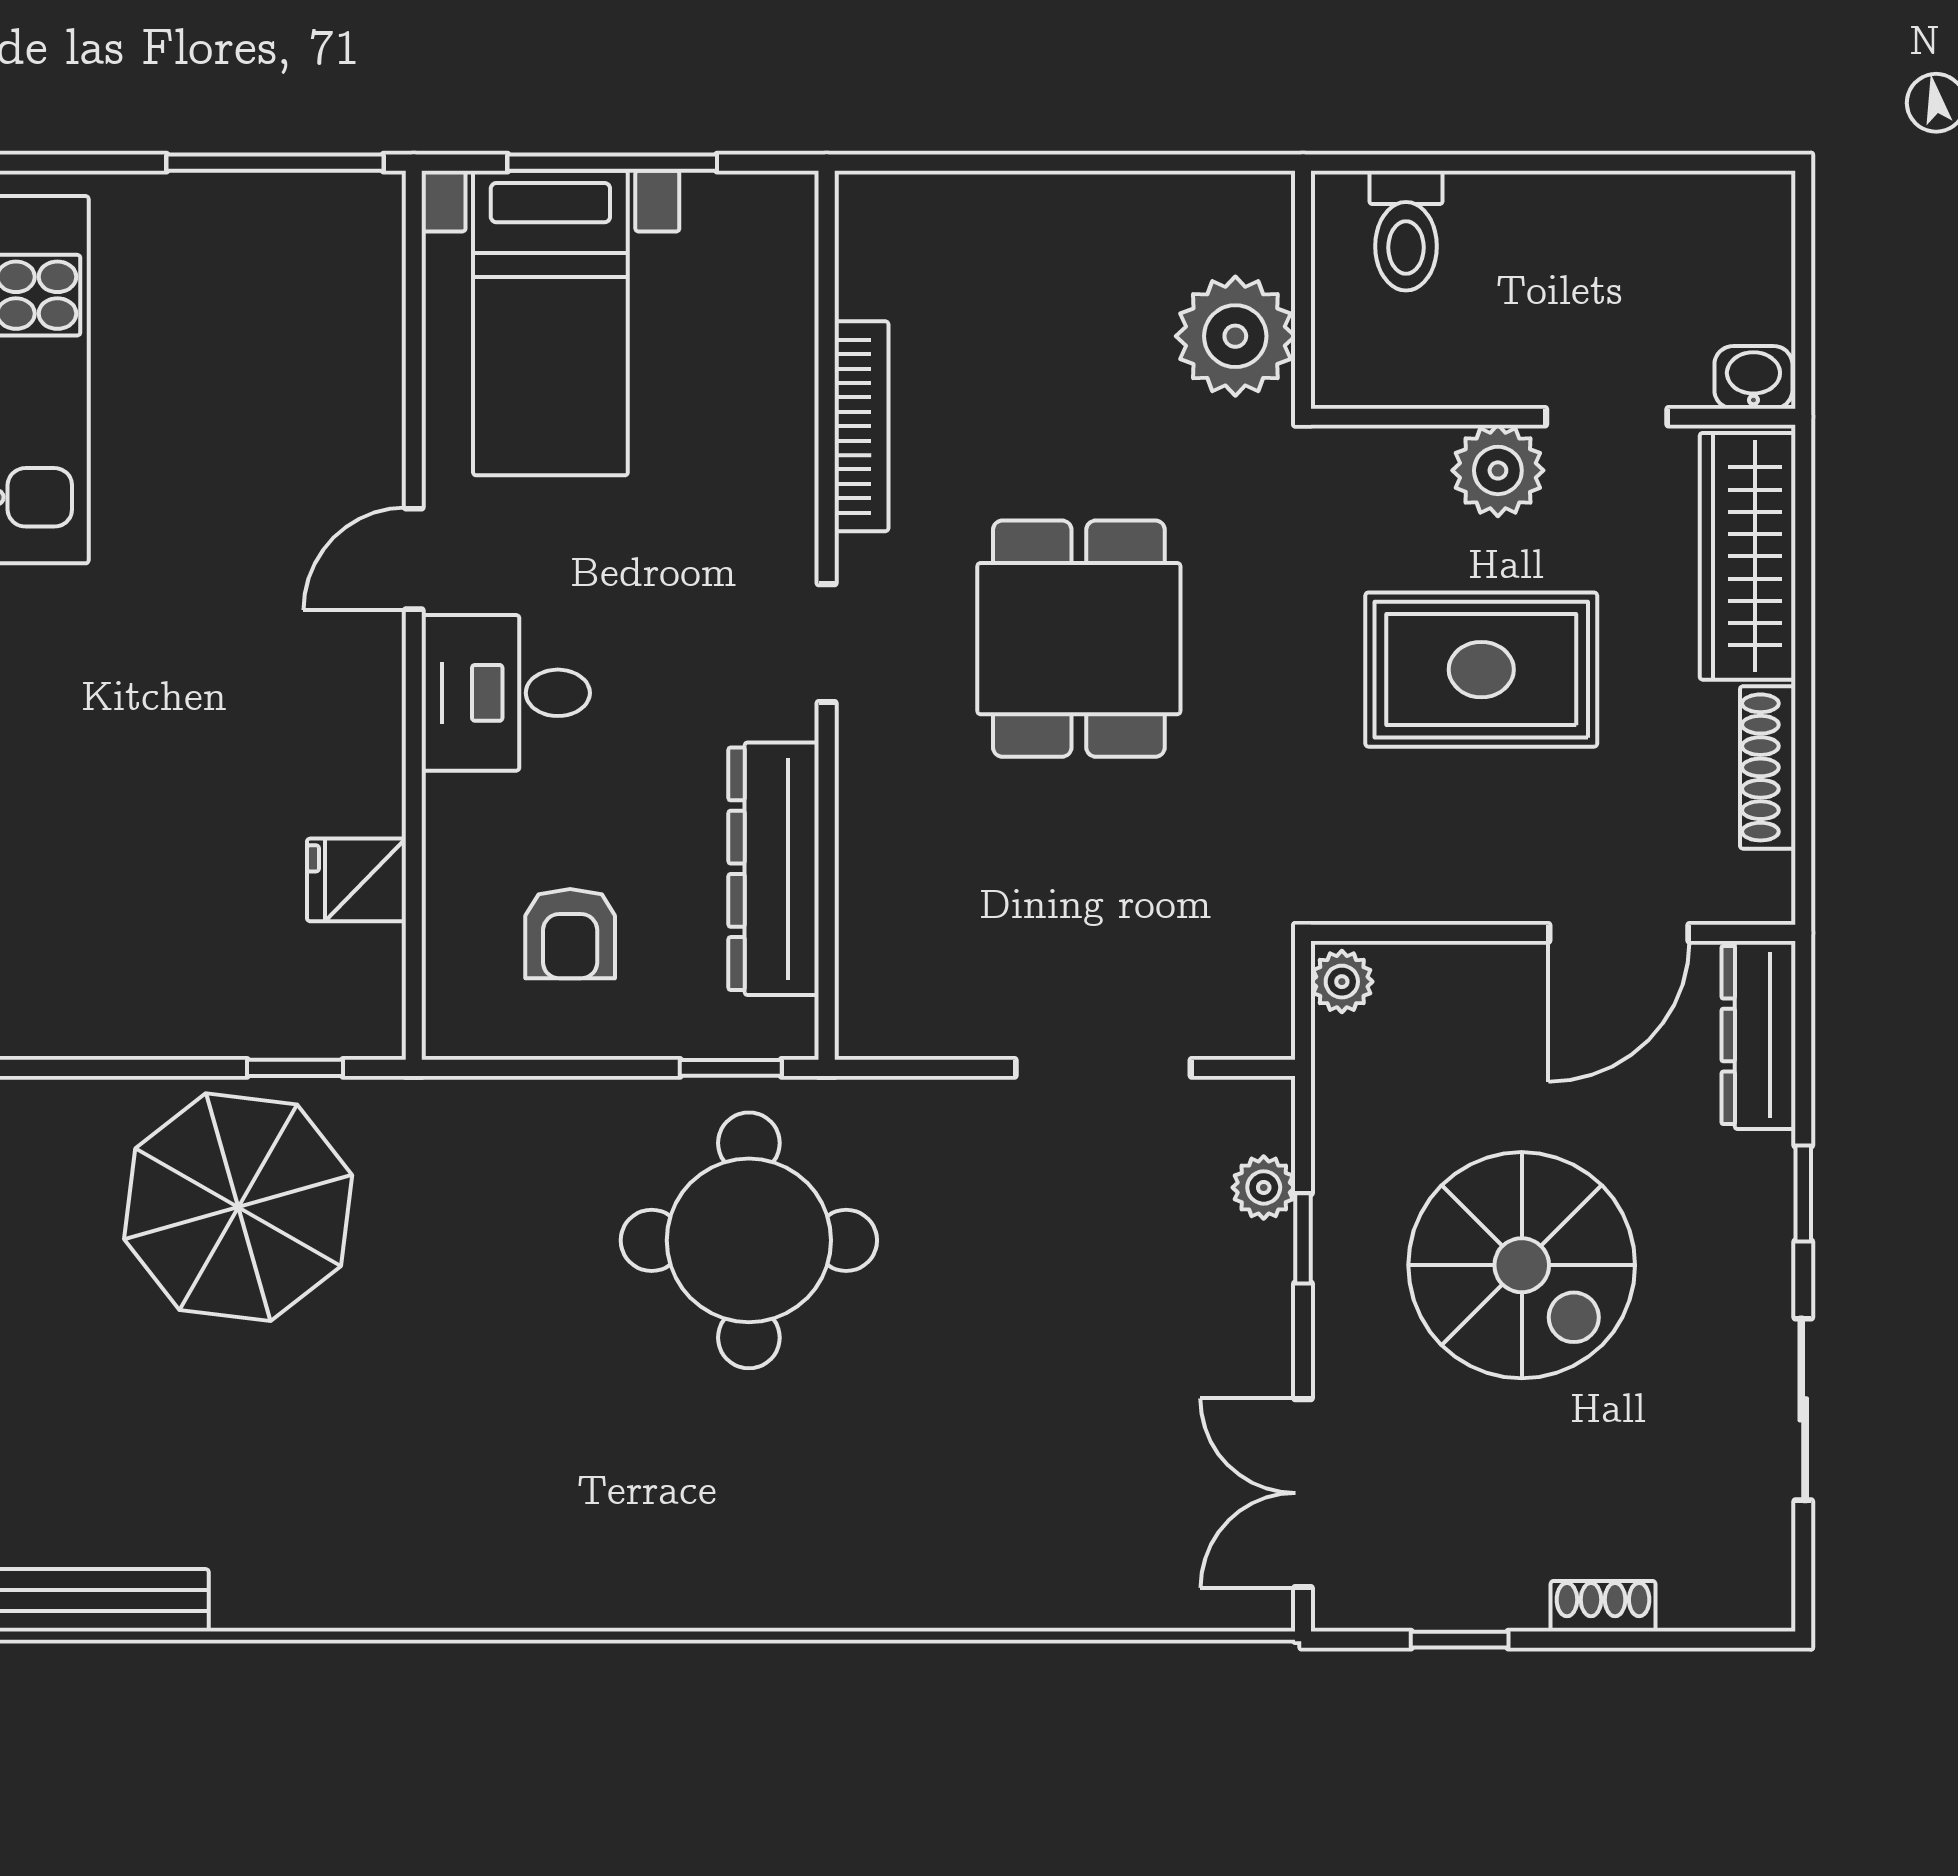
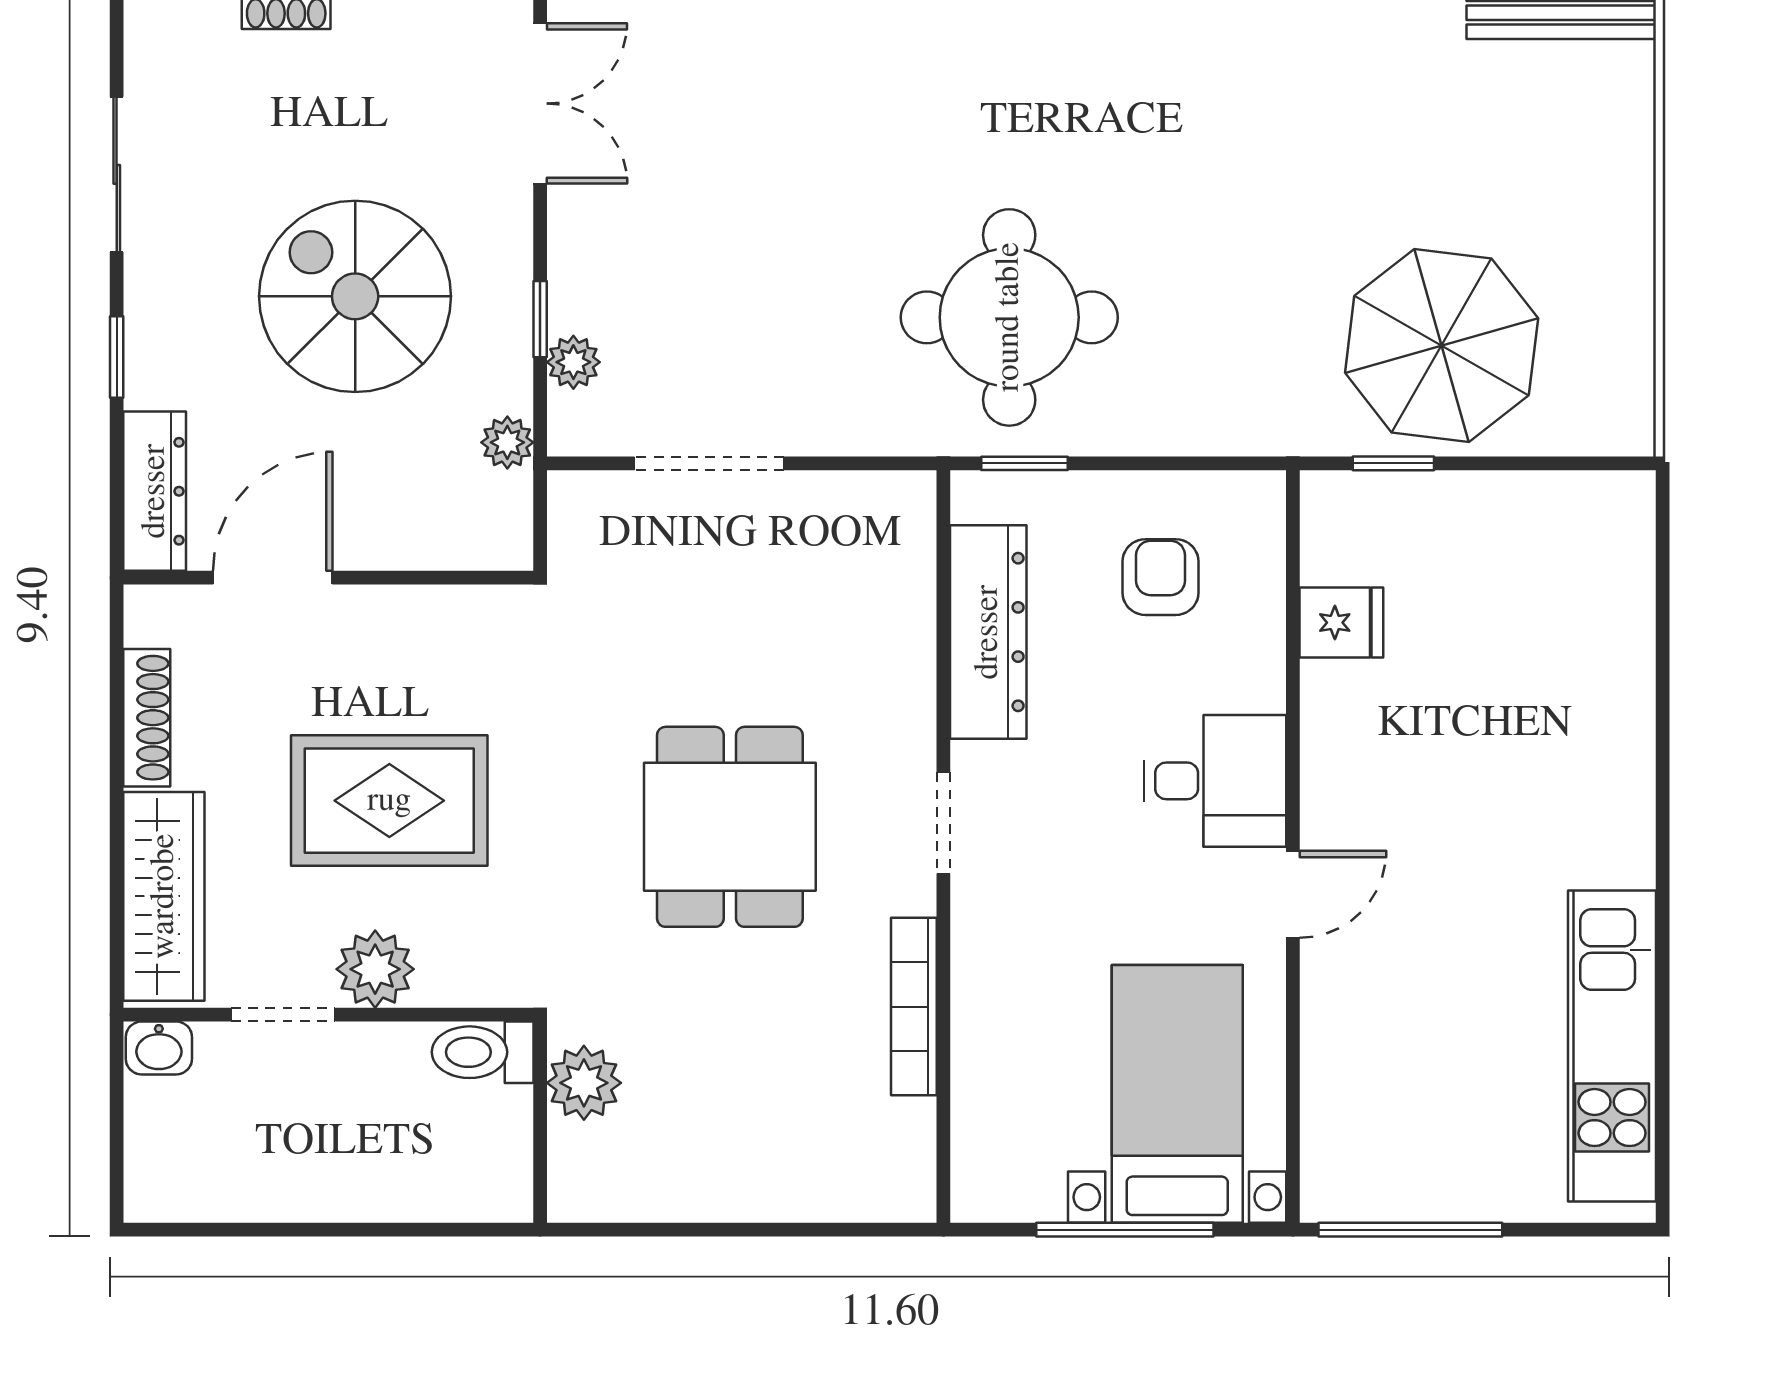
toilet: (1406, 231) -> (483, 1052), moved, turned -90
plant: (1235, 336) -> (584, 1083), width x0.73, depth x0.73
plant: (1342, 982) -> (507, 442), moved

